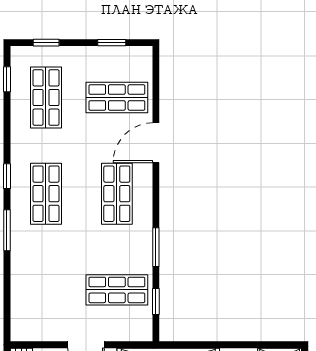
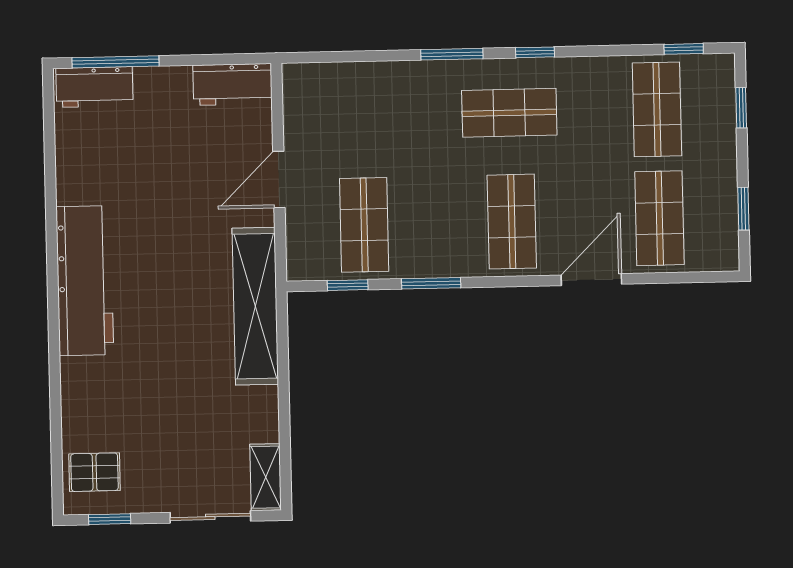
shop shelf: (46, 97) -> (657, 109), turned 90
door: (156, 143) -> (591, 280), hinge flipped
shop shelf: (117, 194) -> (512, 222), turned 90

